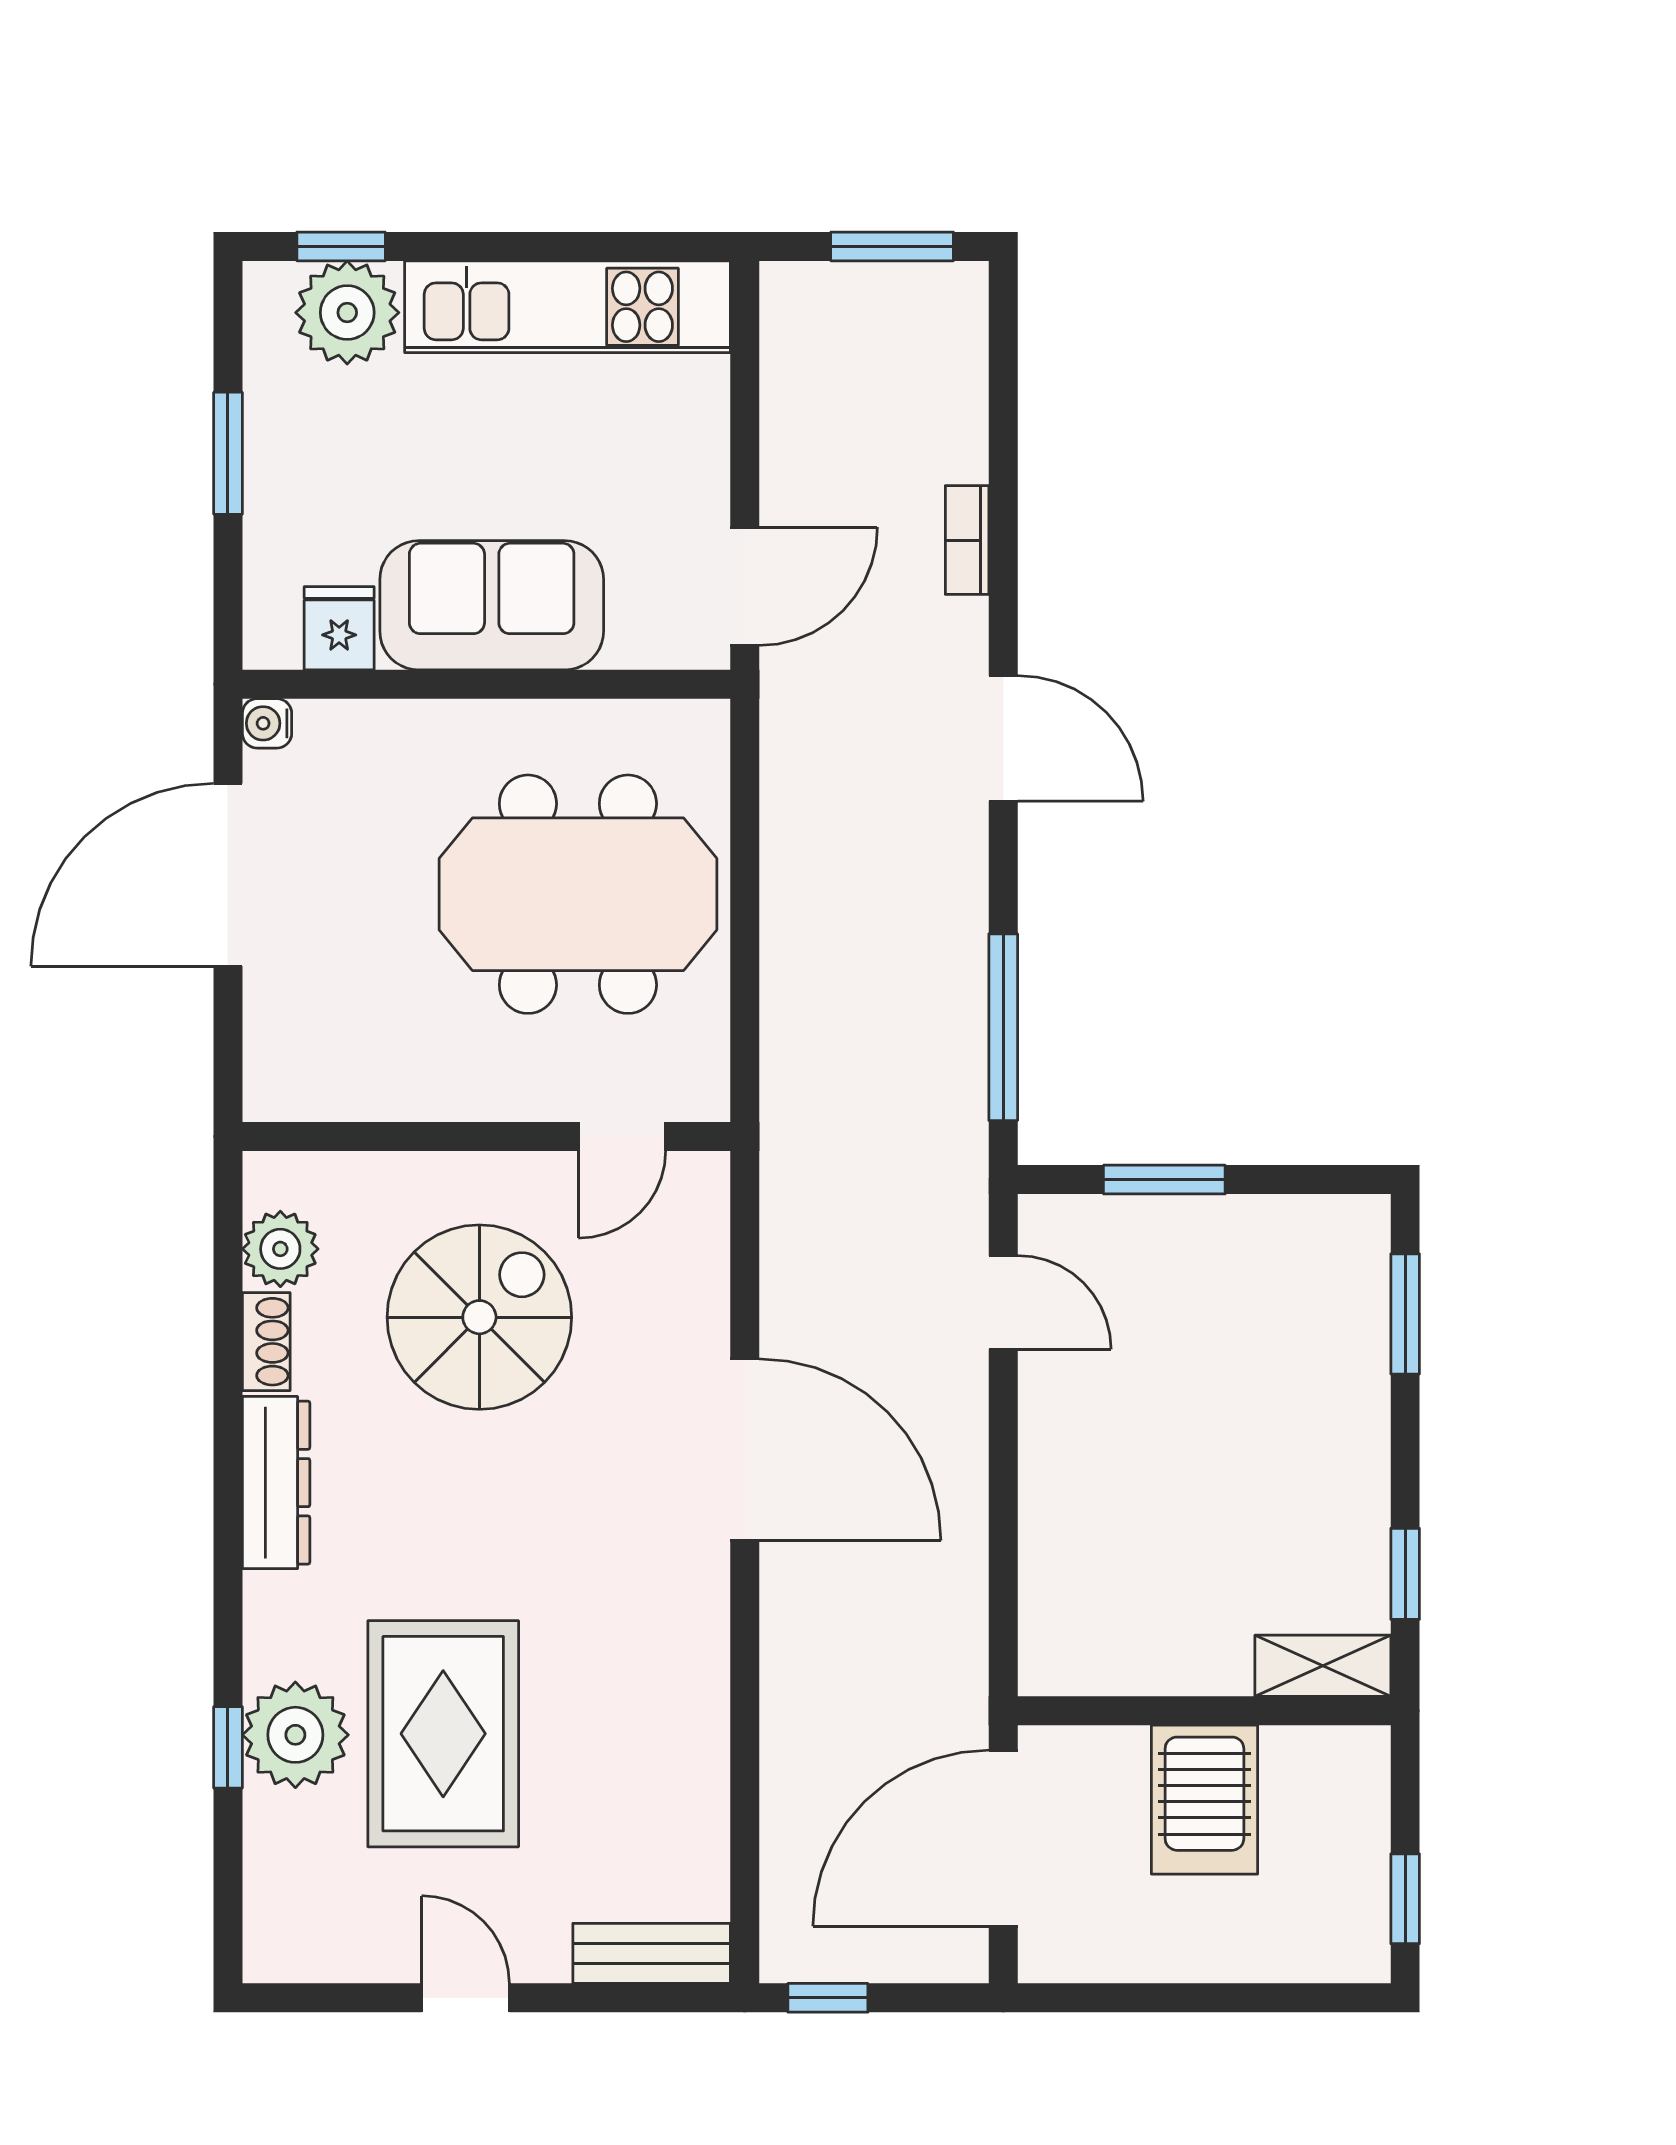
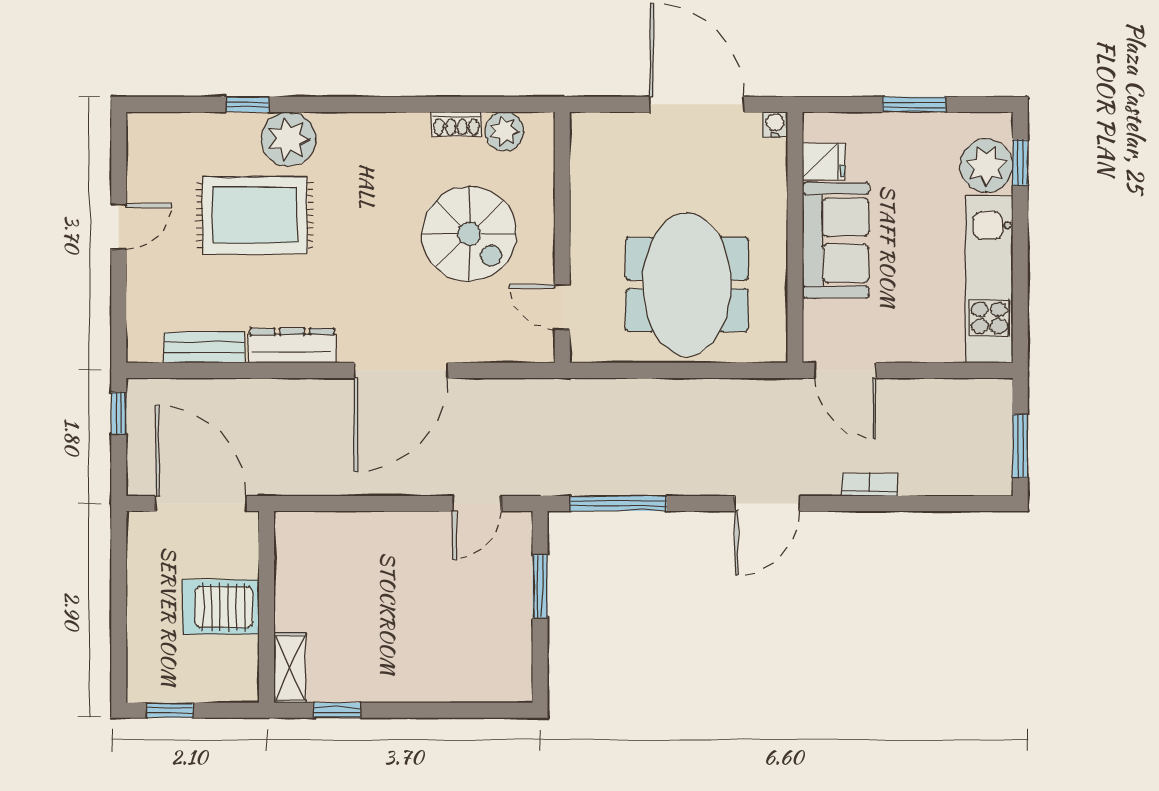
window: (1405, 1314) -> (471, 710), removed
dresser: (276, 1483) -> (292, 346), moved, turned 180
plant: (295, 1735) -> (289, 139), moved
bench: (652, 1953) -> (204, 348), moved, turned 90

